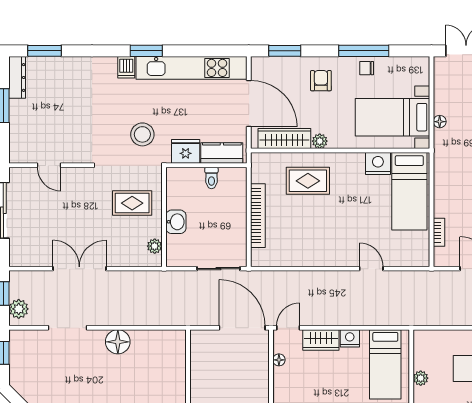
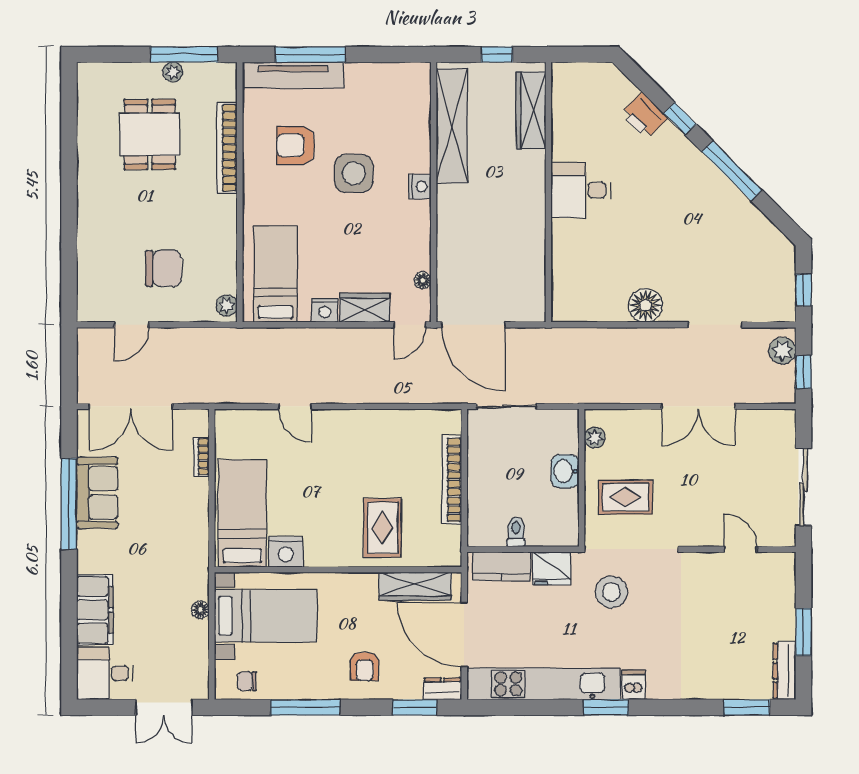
dresser: (265, 64) -> (442, 689), added
chair: (367, 68) -> (247, 681), moved, turned 180
plant: (320, 141) -> (366, 583), removed
rug: (308, 181) -> (383, 528), turned 90
plant: (421, 378) -> (227, 305), moved

